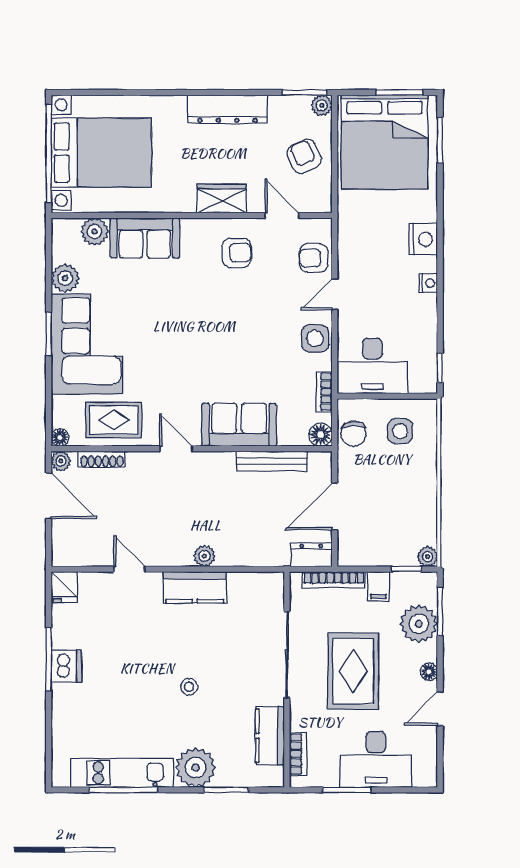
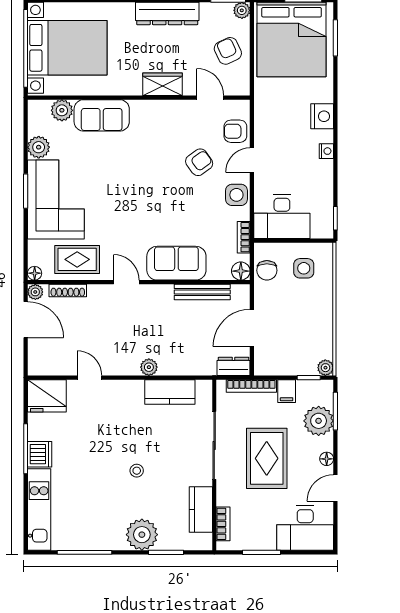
armchair: (237, 253) -> (199, 162), moved, turned -36
fridge: (64, 587) -> (47, 396), width x1.88, depth x1.34
kitchen counter: (195, 587) -> (170, 392), moved
desk: (376, 759) -> (305, 528), moved
kitchen unit: (122, 773) -> (39, 510), moved, turned 90

